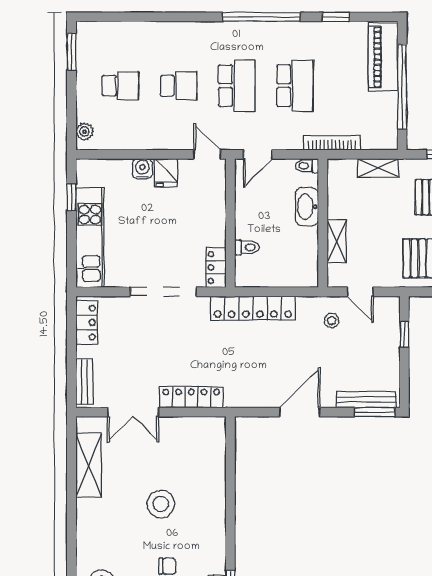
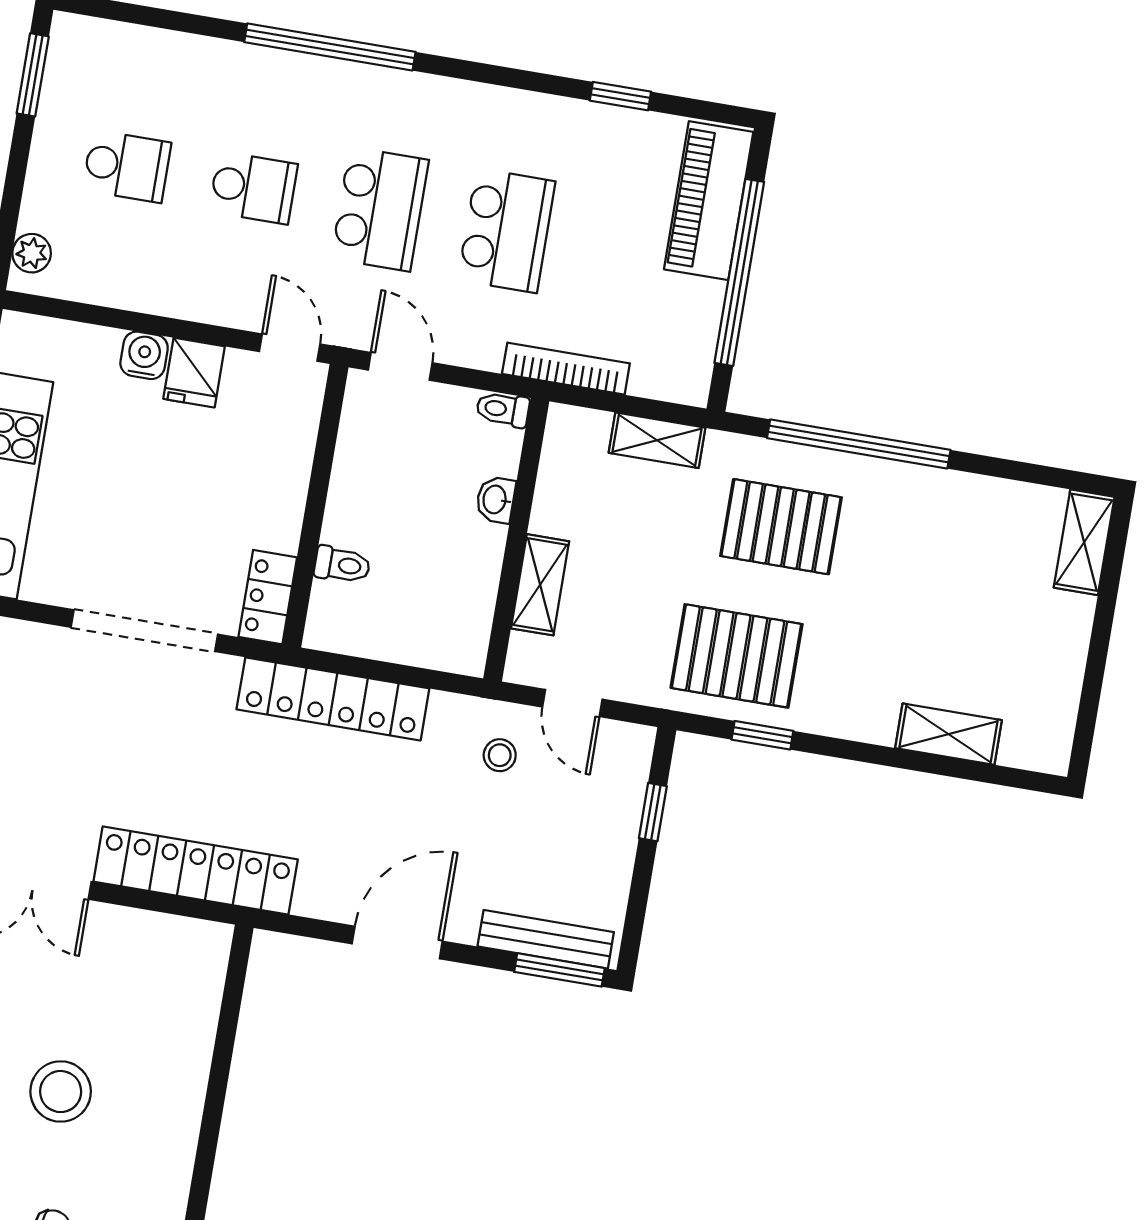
window: (261, 17) -> (330, 47), moved
door: (258, 154) -> (400, 366), swing flipped
washbasin: (307, 207) -> (496, 500), width x0.52, depth x0.69
locker: (191, 397) -> (196, 870), width x1.41, depth x1.21

